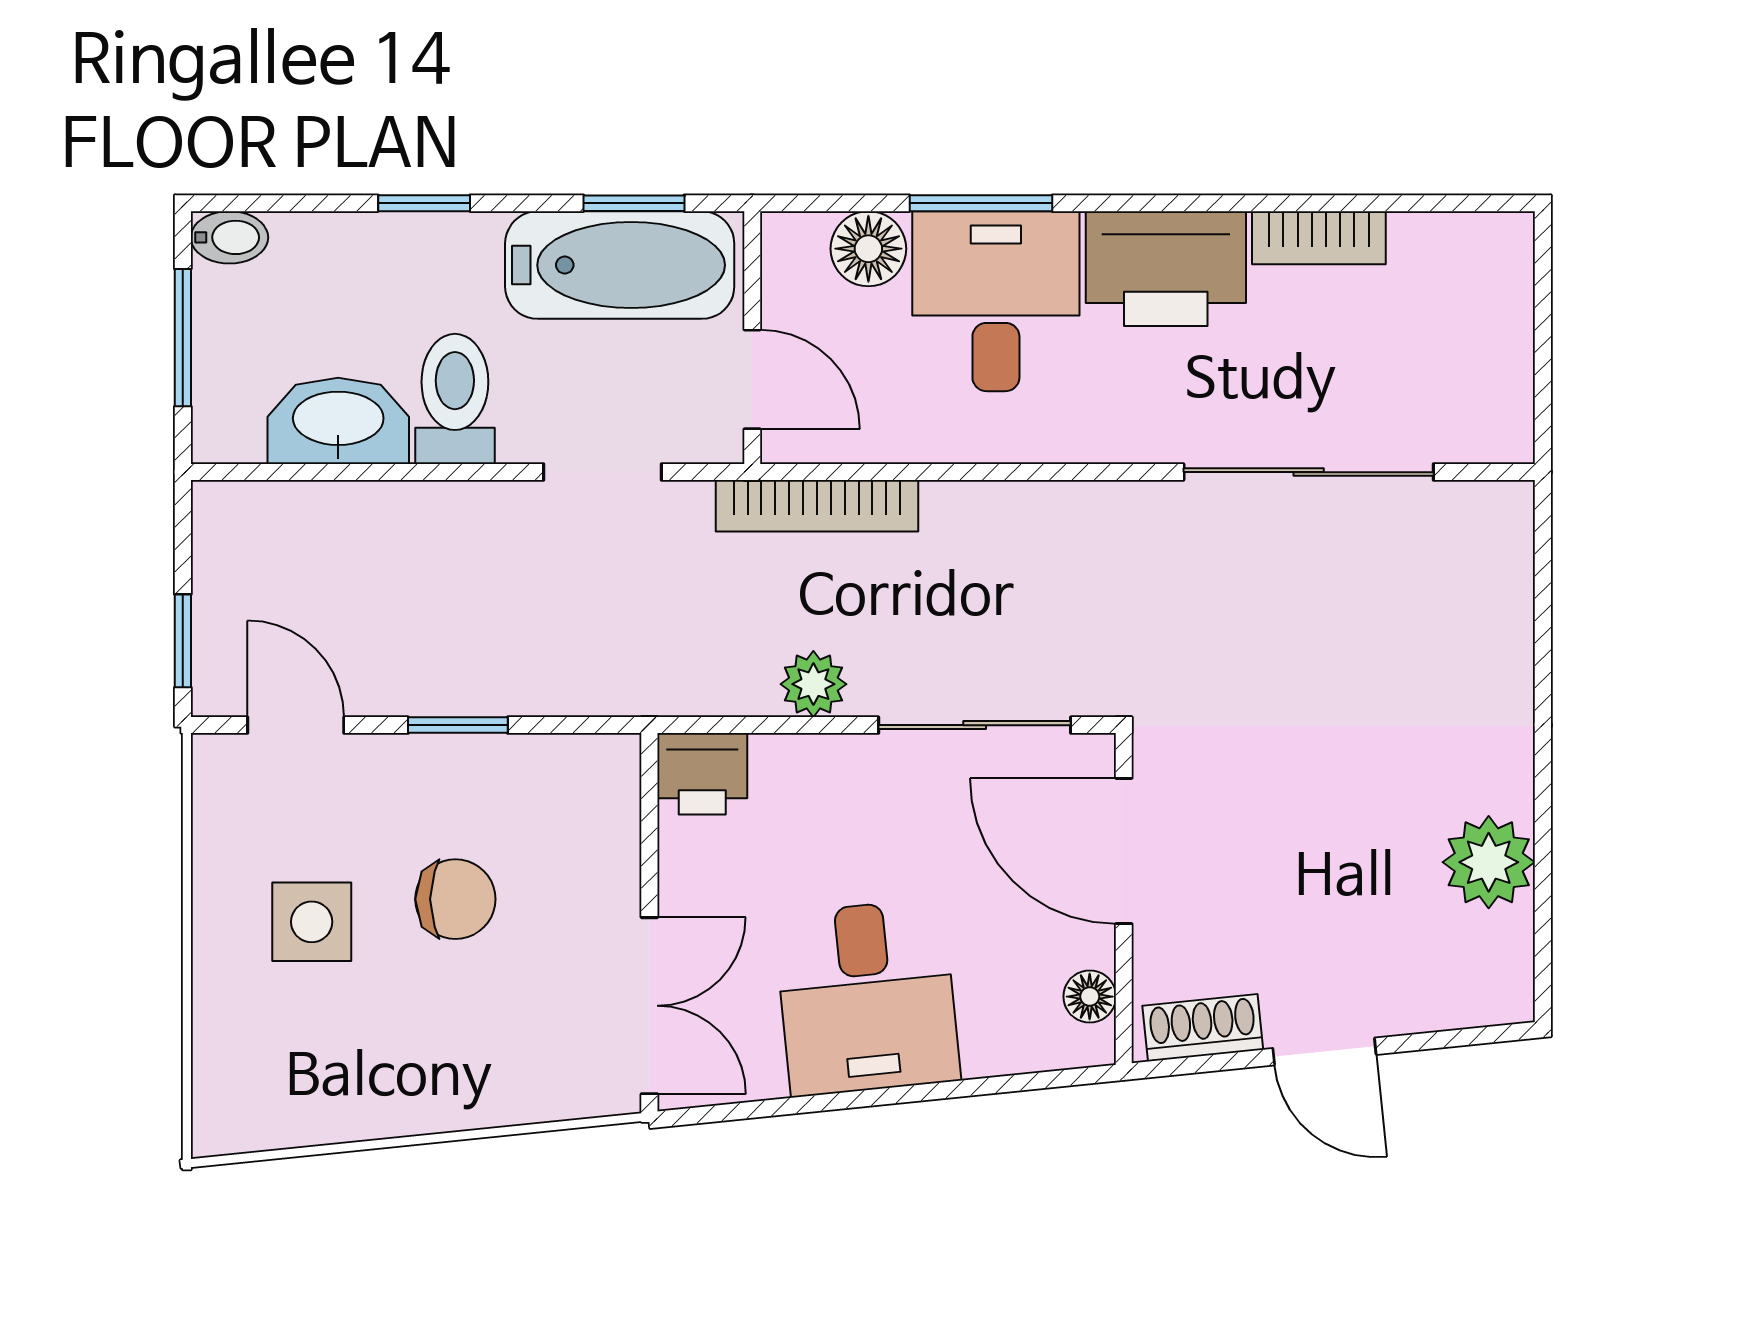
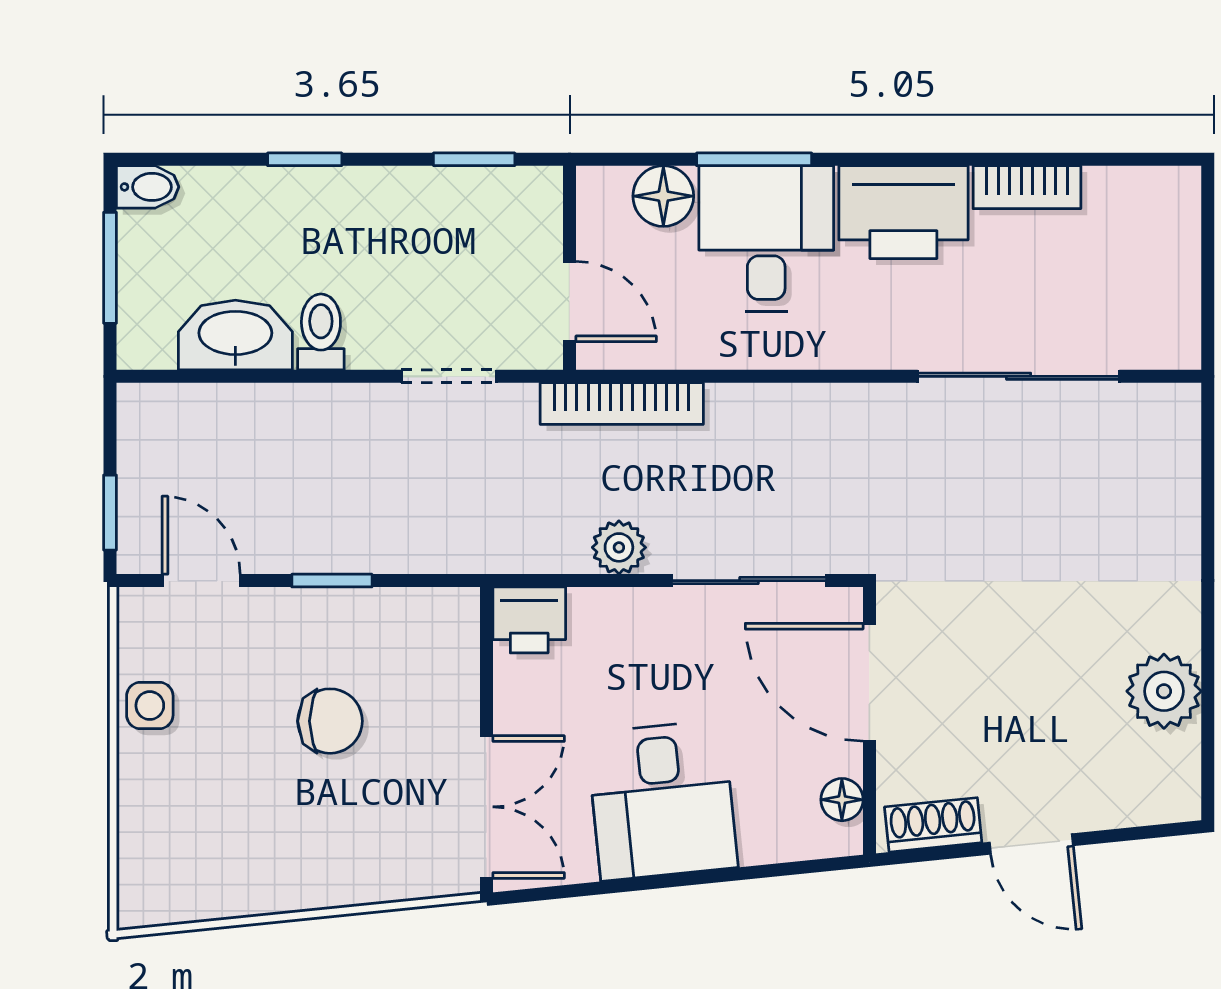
bathtub: (620, 265) -> (463, 209), removed
toilet: (455, 399) -> (321, 332), width x0.73, depth x0.72
side table: (312, 922) -> (150, 706), moved, width x0.73, depth x0.73

